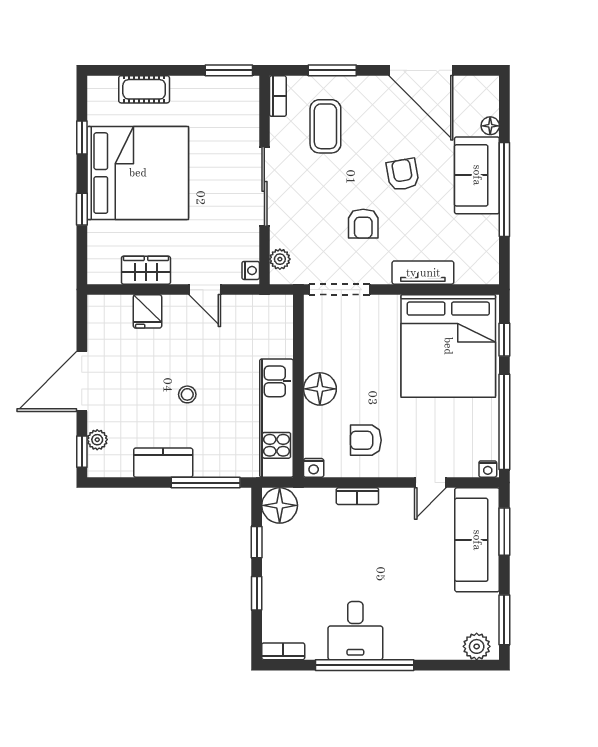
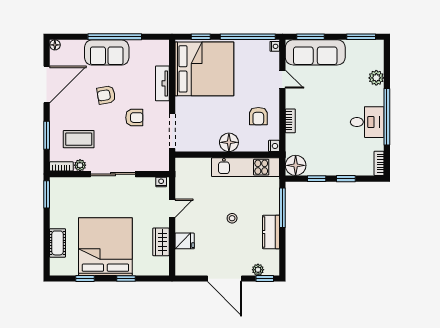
floor lamp: (490, 126) -> (55, 45), moved
plant: (280, 259) -> (80, 165), moved
plant: (477, 646) -> (376, 78), moved

